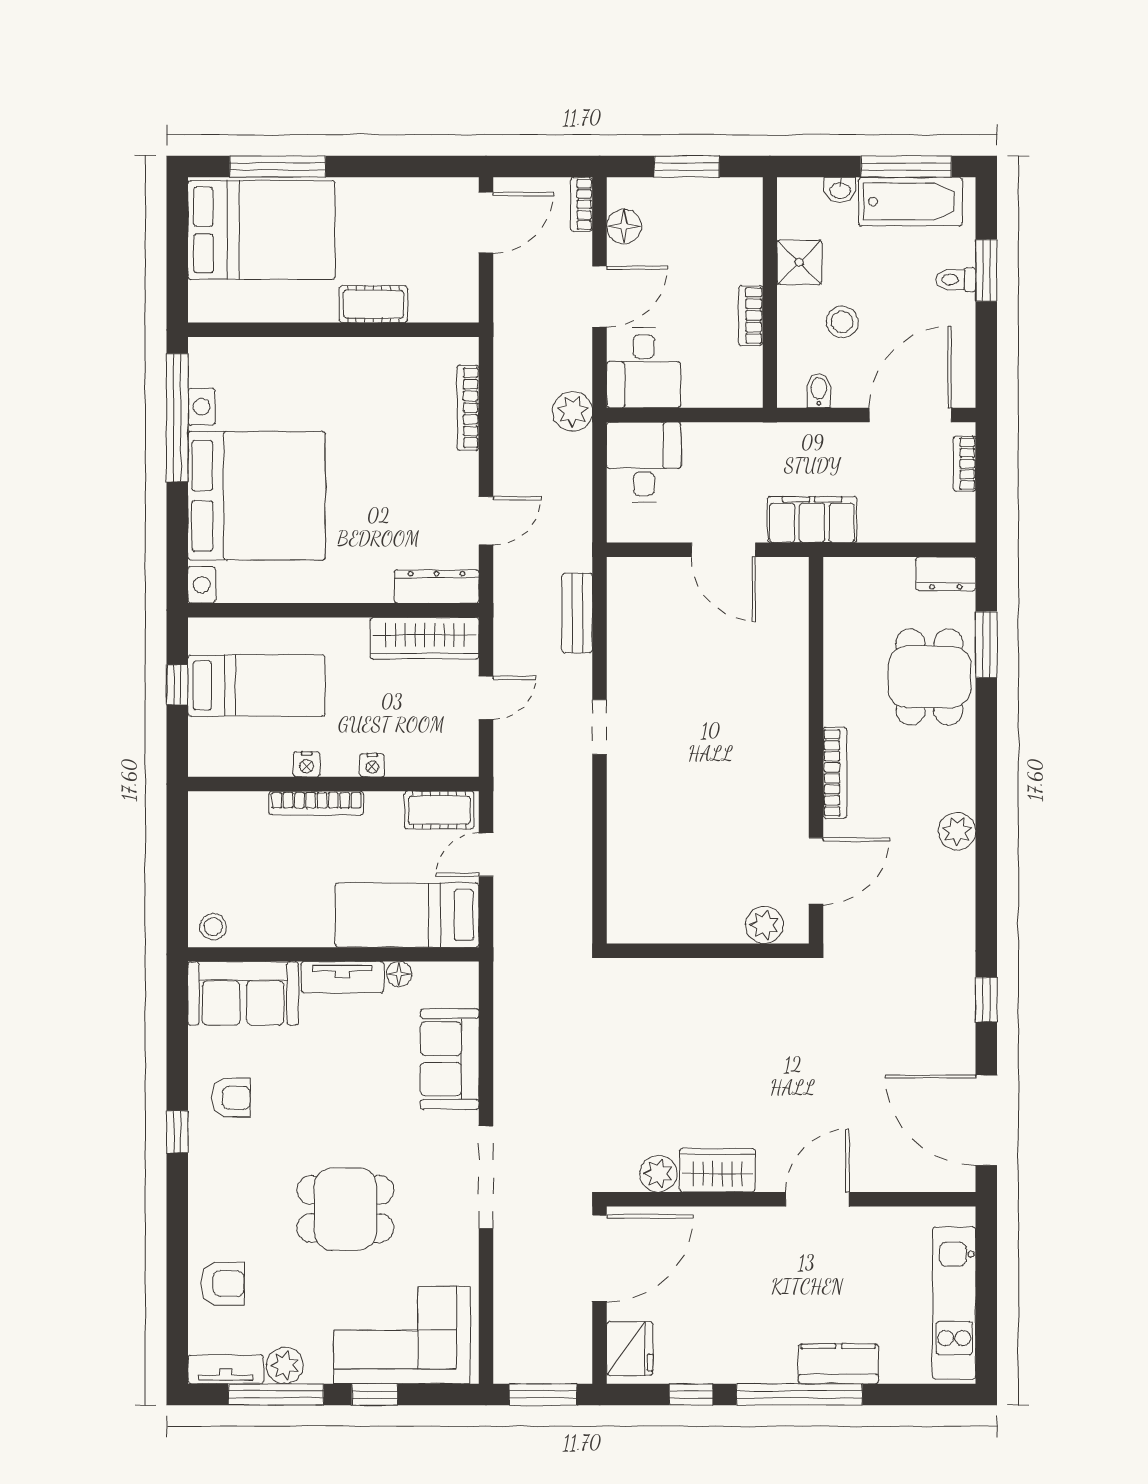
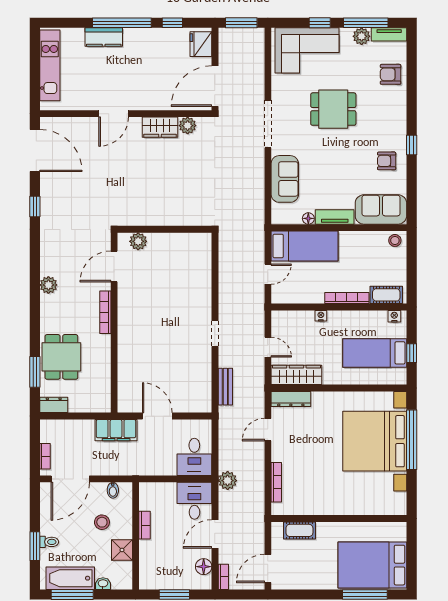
cot: (373, 304) -> (299, 530), moved
window: (177, 418) -> (412, 440), moved
door: (486, 698) -> (268, 347), swing flipped
nightstand: (307, 764) -> (394, 316), moved
cot: (439, 810) -> (386, 295), moved

